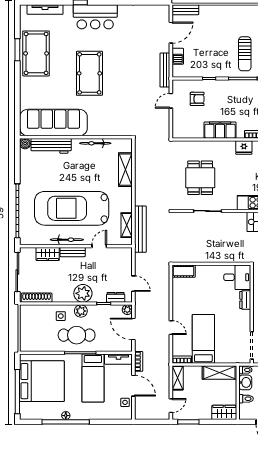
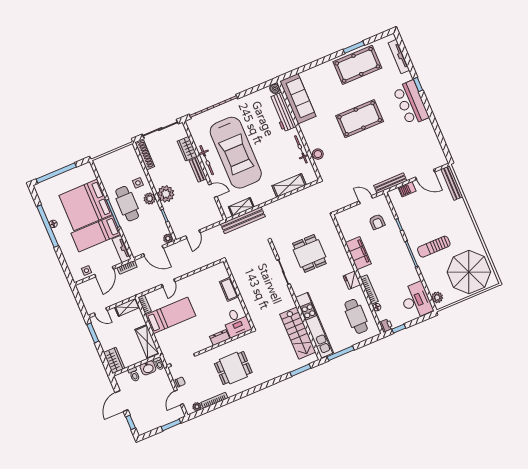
bench: (185, 10) -> (452, 183), width x1.36
sofa: (53, 123) -> (298, 99), width x0.74, depth x0.79
stool: (107, 129) -> (318, 154), added
dining table: (200, 178) -> (309, 253), turned 90
car: (72, 208) -> (236, 153), turned 180
cot: (184, 271) -> (229, 289), moved
dresser: (116, 297) -> (174, 224), removed
door: (133, 329) -> (153, 251), swing flipped
bed: (42, 381) -> (86, 205), moved, turned 90

